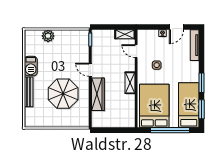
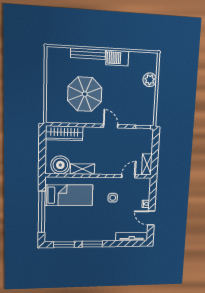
door: (90, 70) -> (111, 126), hinge flipped
shelving: (130, 83) -> (83, 169), moved
wardrobe: (98, 94) -> (64, 133), moved
bed: (189, 105) -> (69, 231), removed
bed: (154, 106) -> (69, 195), width x0.67
boiler: (126, 114) -> (60, 165), added

